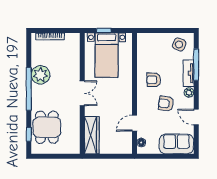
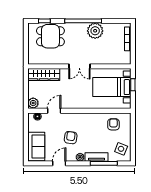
armchair: (154, 80) -> (113, 124), moved
door: (134, 123) -> (54, 111), hinge flipped
plant: (125, 148) -> (33, 103), added

